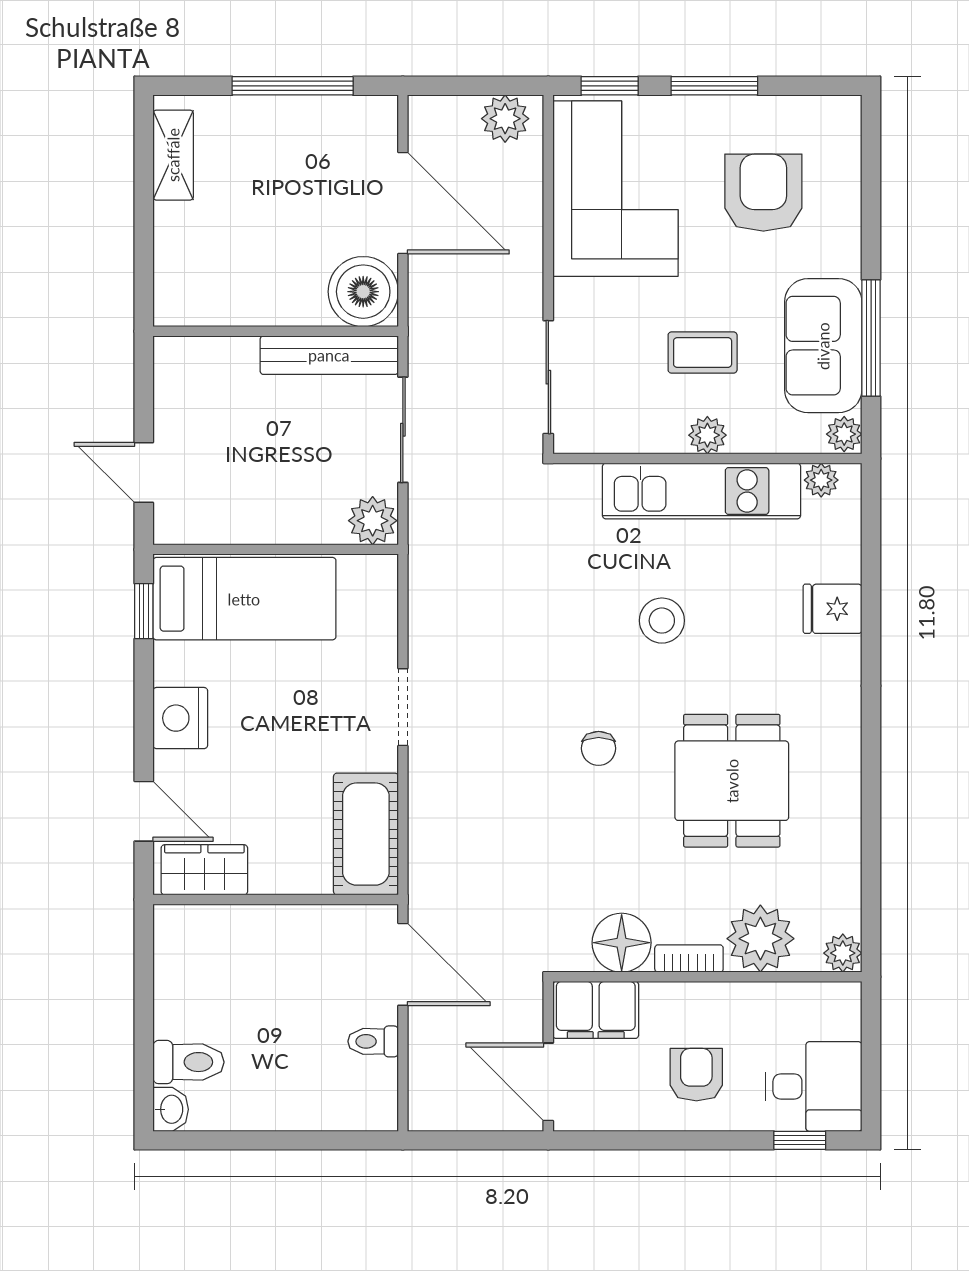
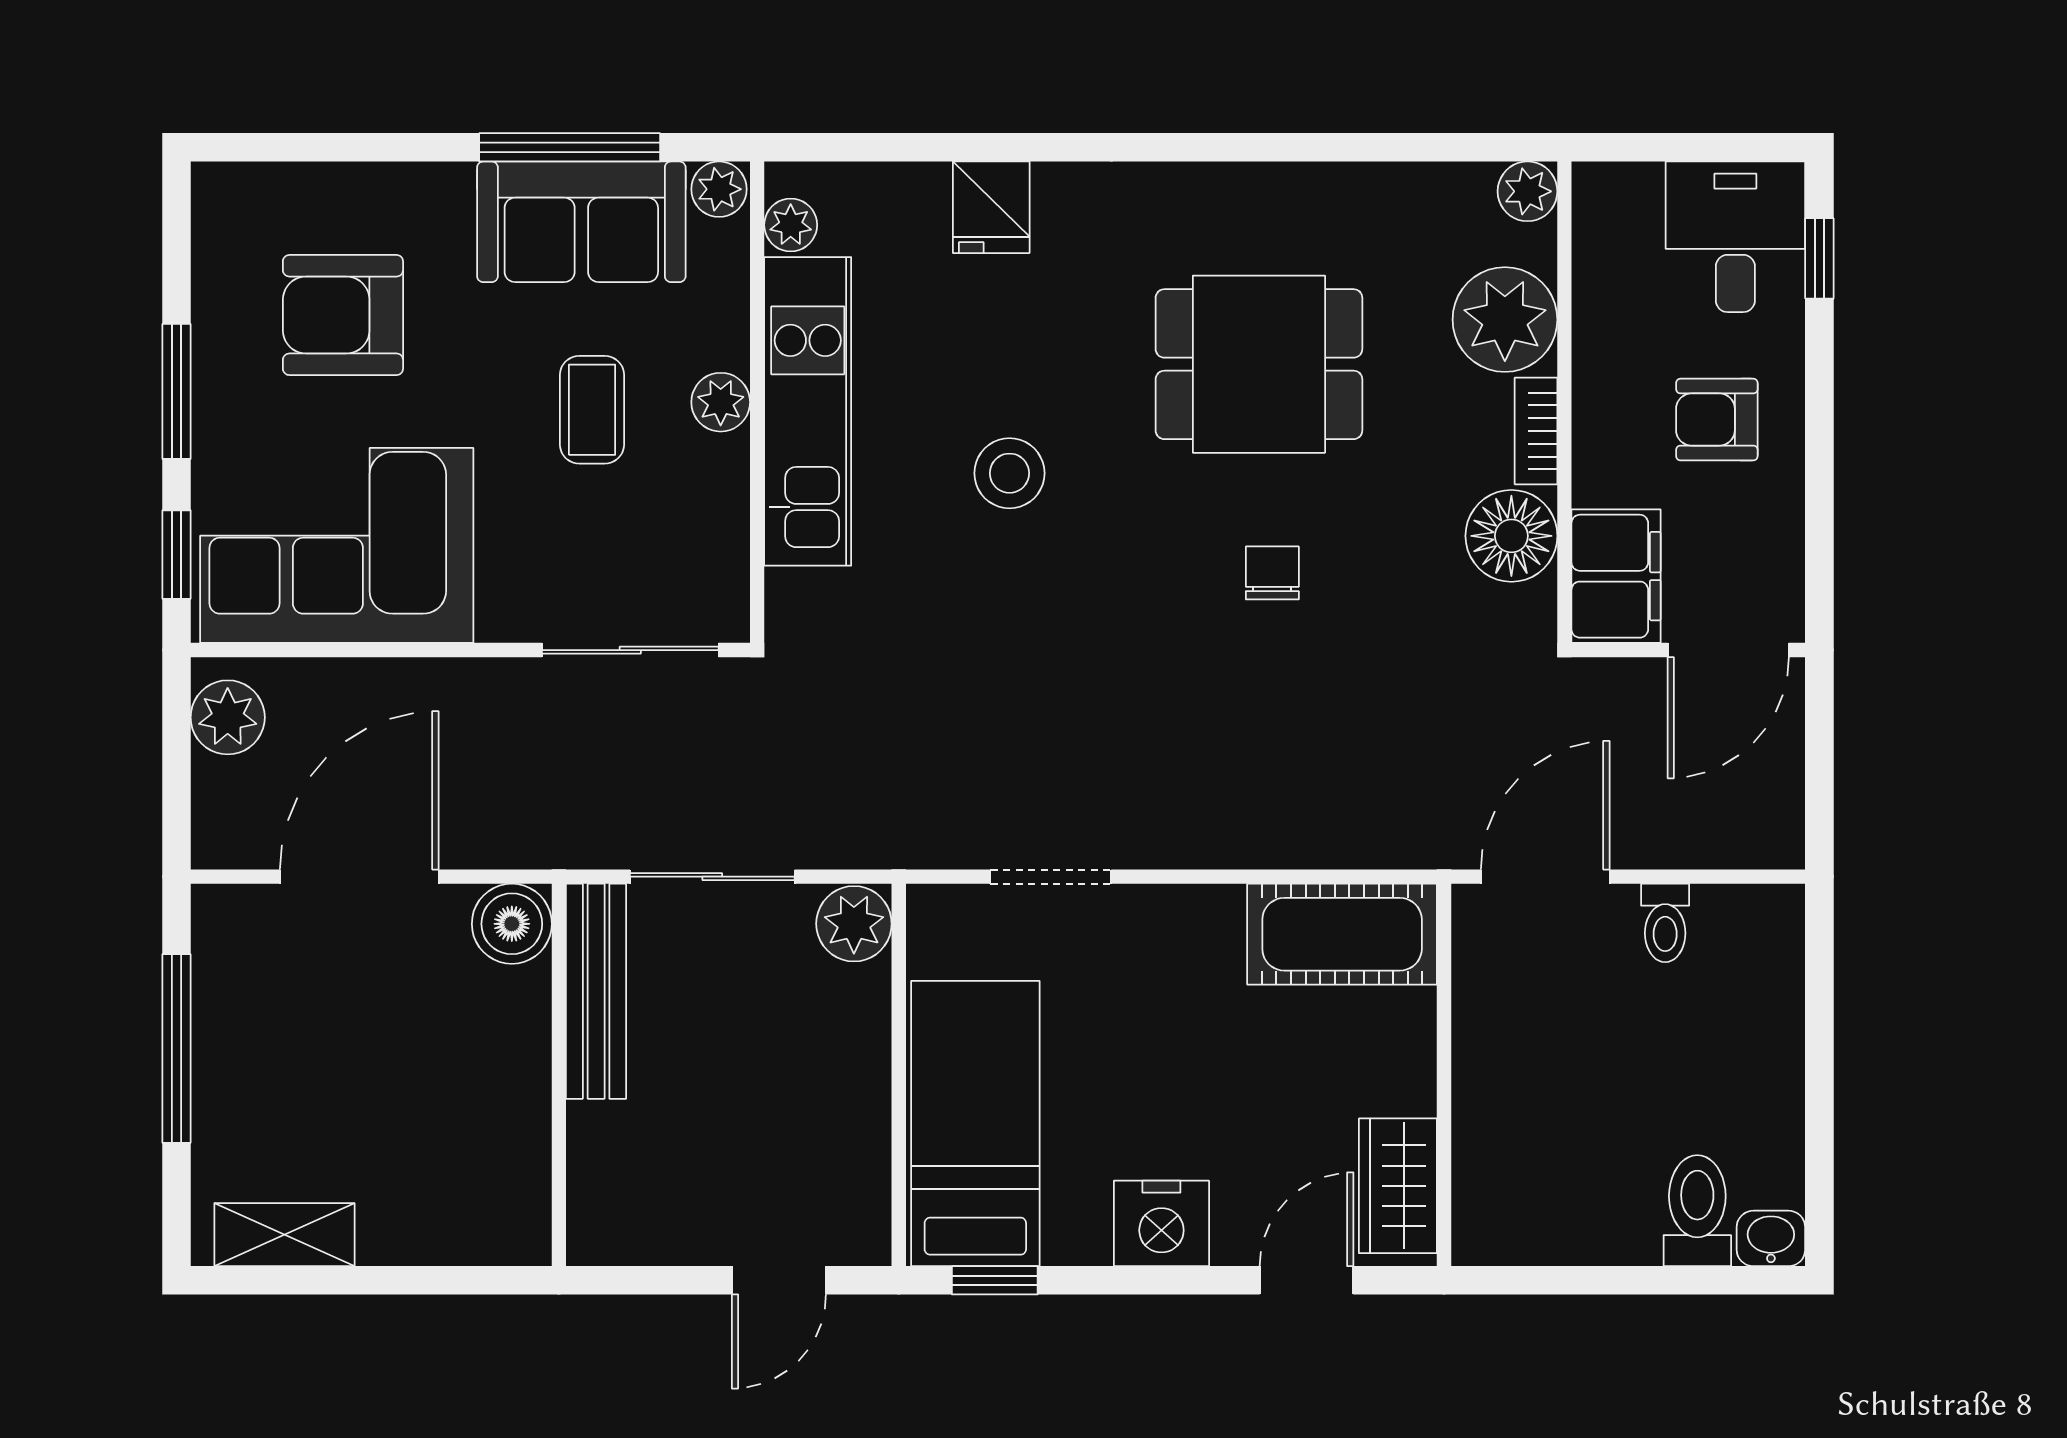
boiler: (363, 292) -> (512, 924), width x0.73, depth x0.73
doorway: (403, 707) -> (1051, 877), moved
chair: (599, 748) -> (1272, 573), moved, turned -90

